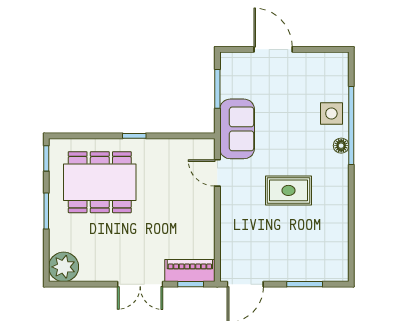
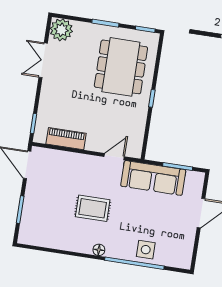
sofa: (237, 129) -> (153, 178), width x1.36
floor lamp: (341, 146) -> (99, 250), moved
rug: (288, 190) -> (93, 208), turned 90
piano: (190, 271) -> (66, 139), moved, turned -90
double door: (140, 284) -> (43, 60), moved

